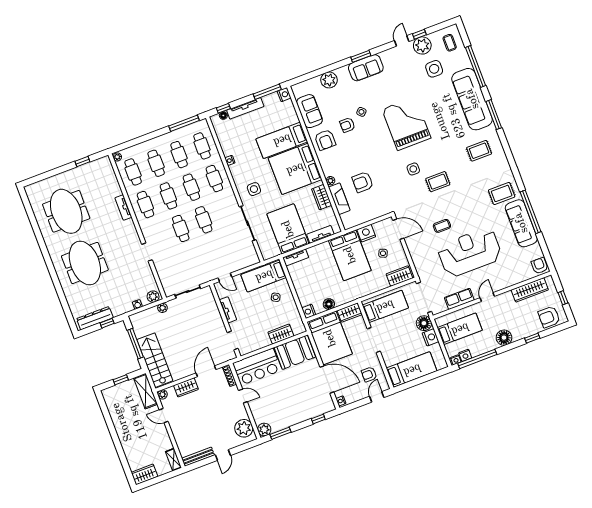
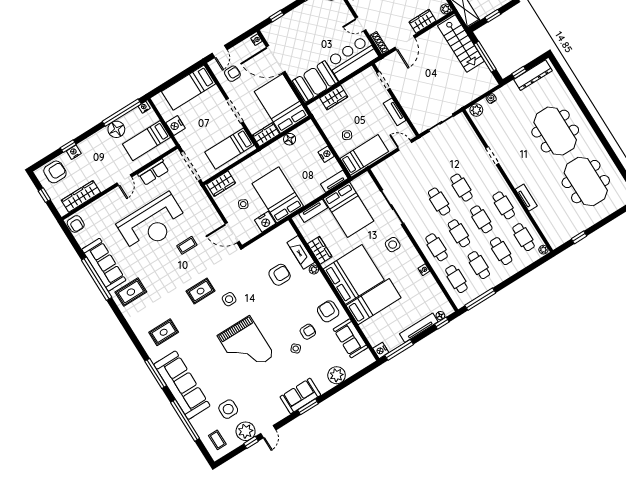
plant: (162, 308) -> (464, 100), removed
nightstand: (309, 311) -> (326, 154), moved
floor lamp: (424, 323) -> (185, 139), removed
floor lamp: (504, 338) -> (116, 129), moved
nightstand: (465, 355) -> (74, 152), moved

